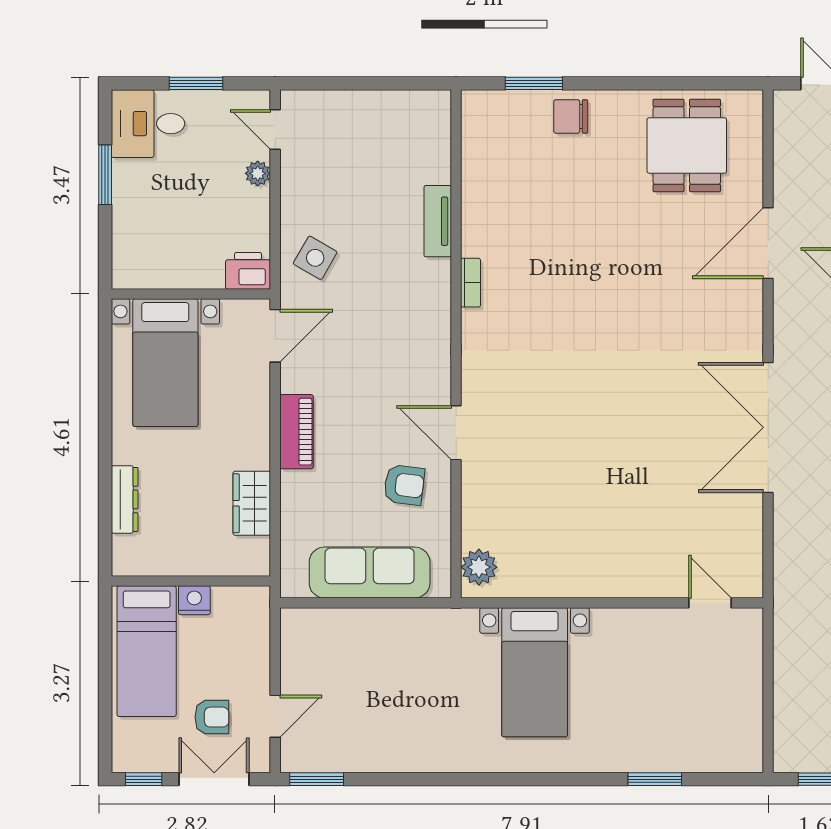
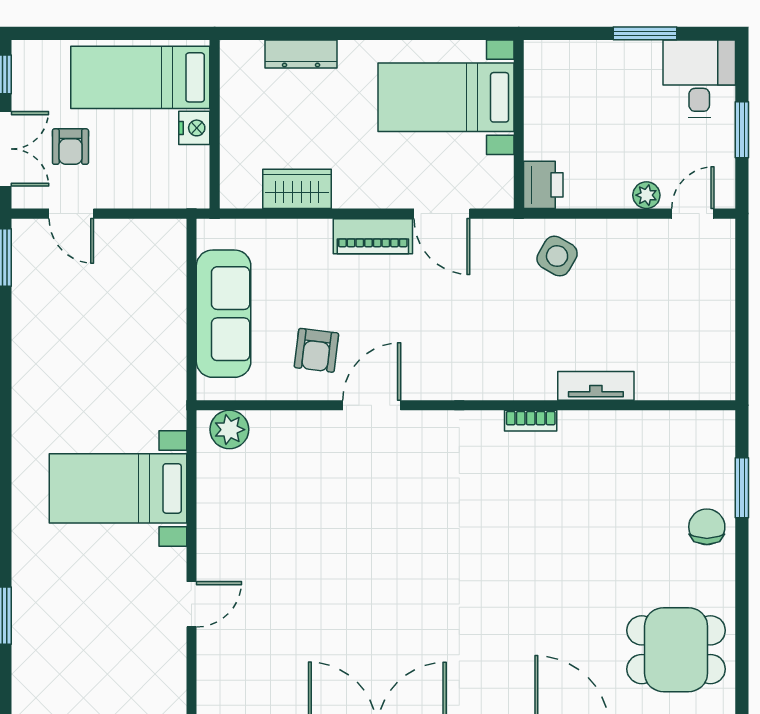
door: (275, 336) -> (442, 214), moved
door: (710, 603) -> (191, 604), moved

